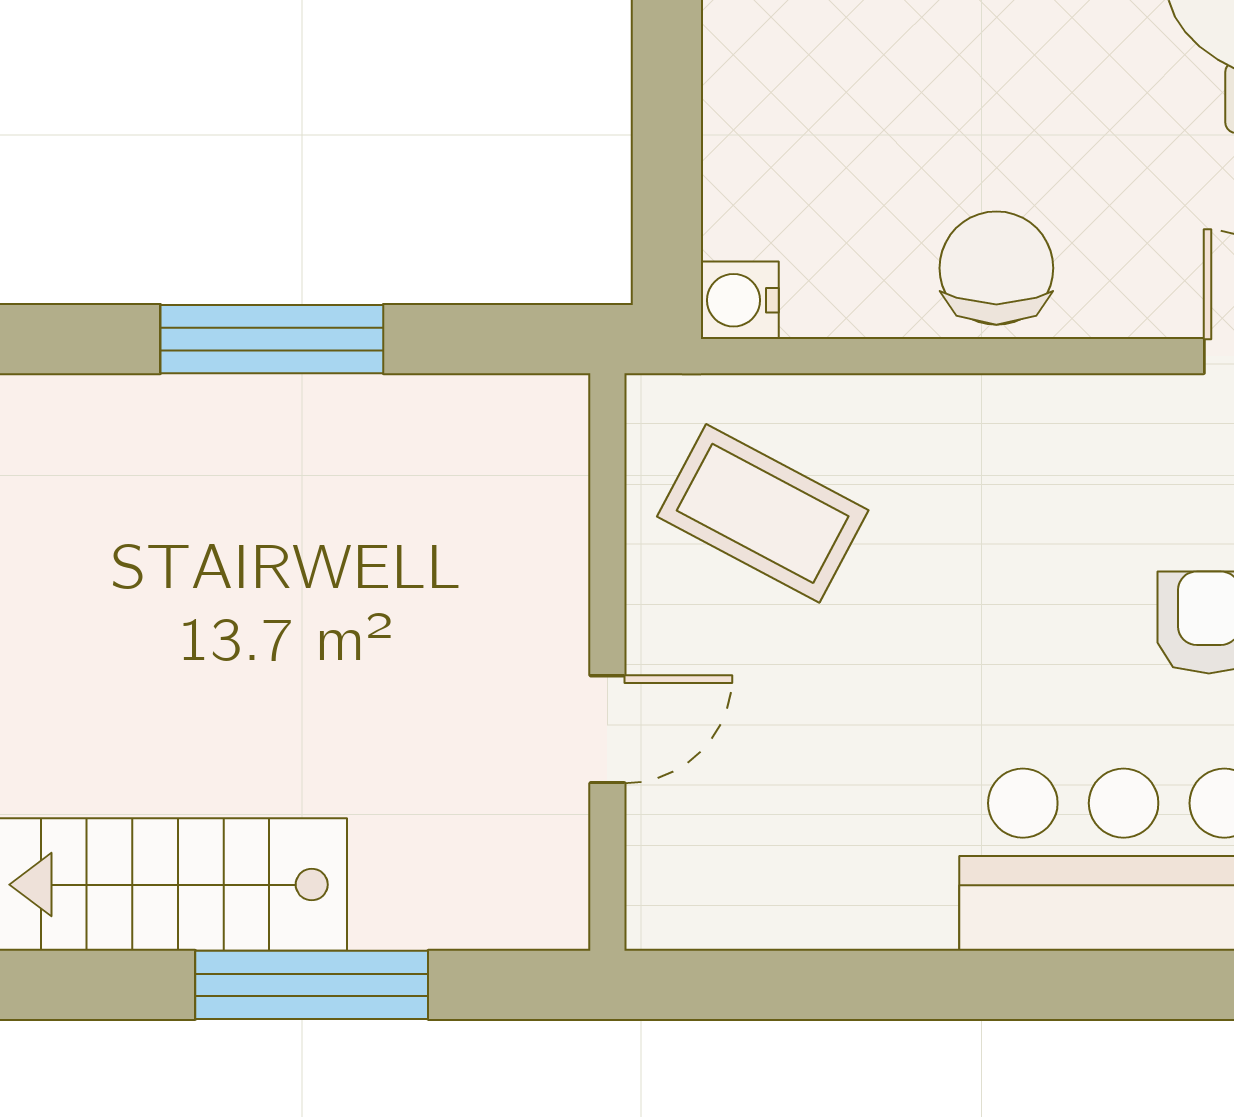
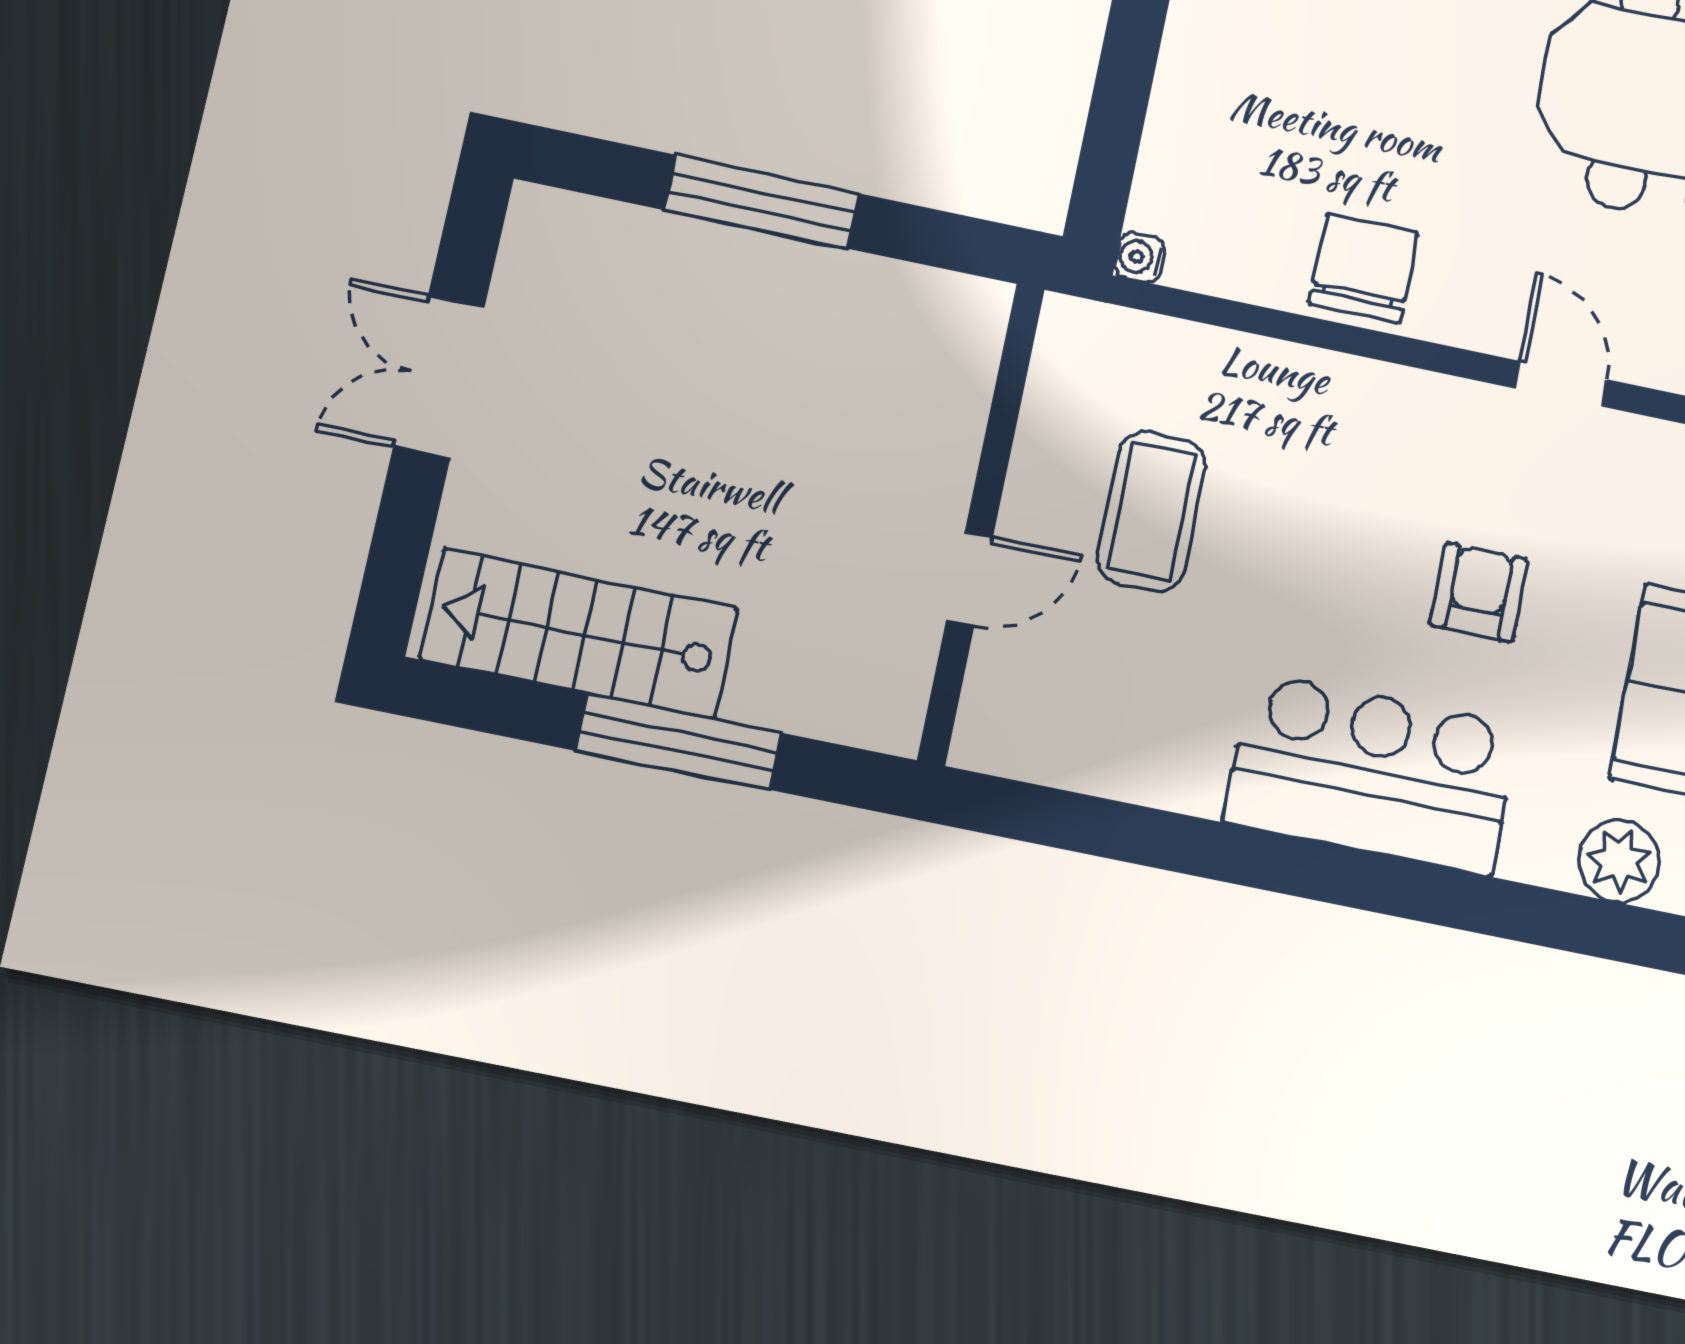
water cooler: (740, 300) -> (1140, 257), width x0.72, depth x0.72
coffee table: (763, 513) -> (1151, 512), moved, turned 62

